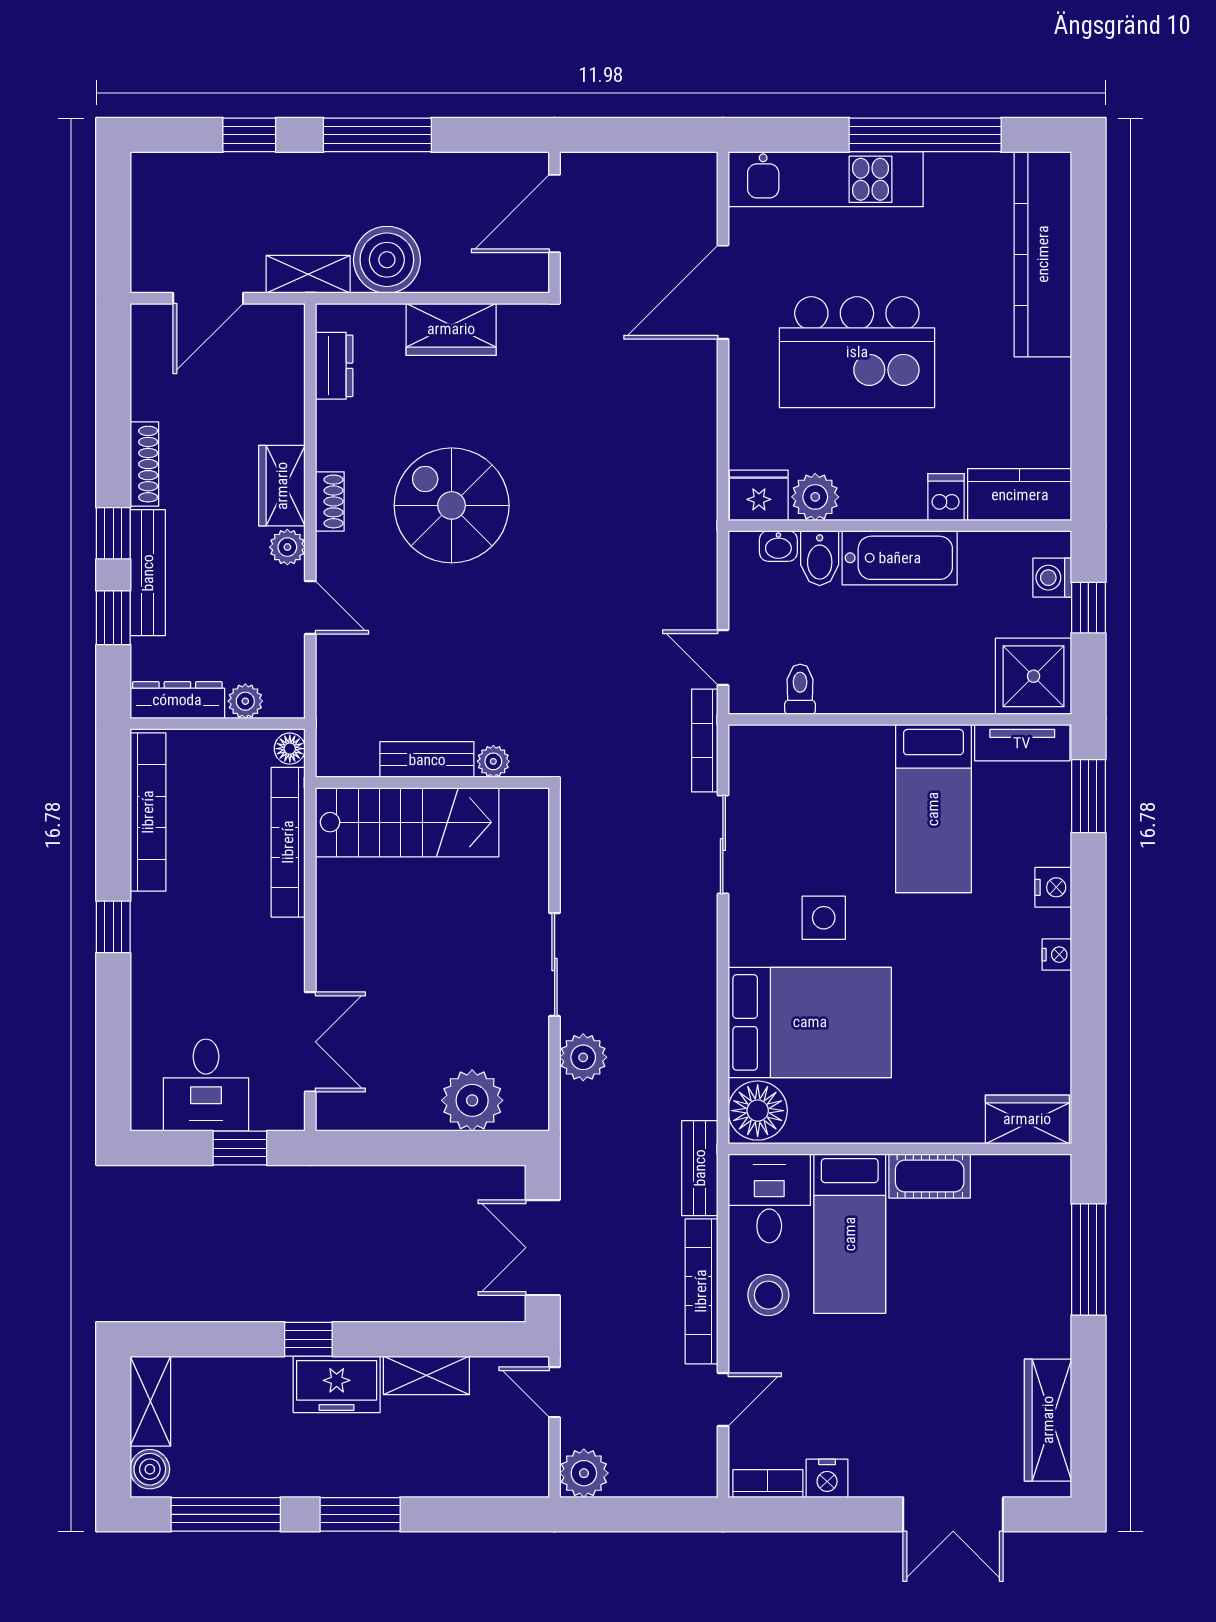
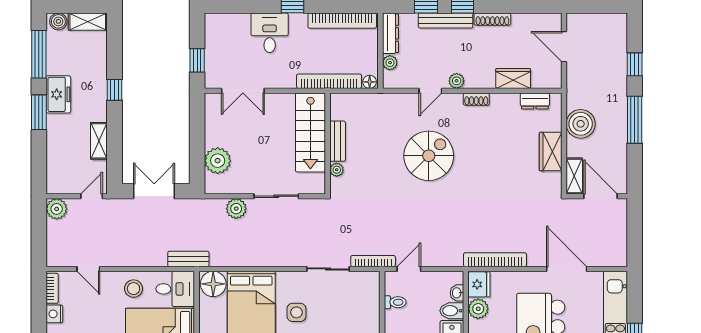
shelving: (308, 274) -> (574, 176), moved
wardrobe: (282, 486) -> (513, 78), moved
spiral stairs: (452, 505) -> (429, 156), moved
bench: (427, 760) -> (338, 141), moved
plant: (493, 761) -> (337, 170), moved
wall: (432, 783) -> (328, 143), moved
stairs: (407, 822) -> (310, 133), moved
desk: (206, 1085) -> (270, 33), moved, turned 90
bookcase: (701, 1291) -> (495, 260), moved
freezer: (337, 1384) -> (58, 94), moved, turned 180

